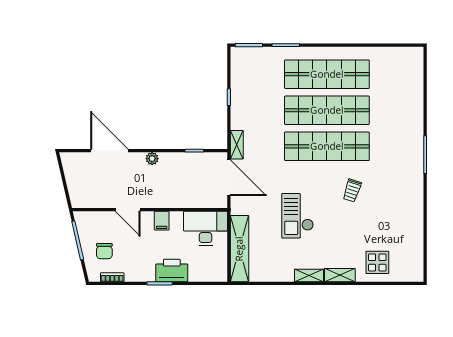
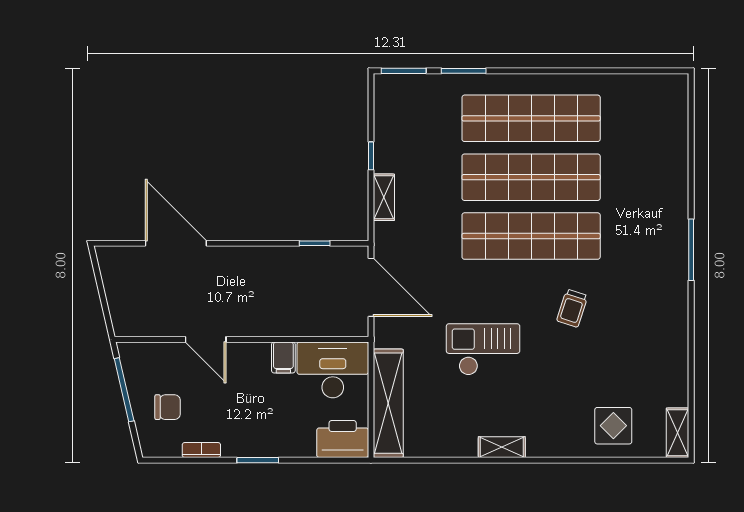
shelving: (237, 145) -> (384, 197), moved
plant: (152, 159) -> (246, 256), removed
checkout: (298, 216) -> (483, 349), turned 90
filing cabinet: (162, 221) -> (283, 357), moved
chair: (104, 251) -> (168, 407), turned -90
printer: (172, 271) -> (343, 439), moved
shelving: (340, 275) -> (678, 433), moved, turned 90
bookcase: (112, 277) -> (201, 450), moved

